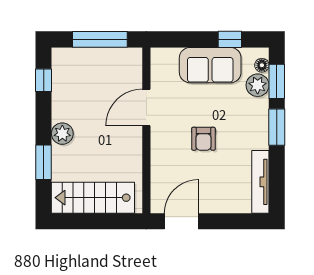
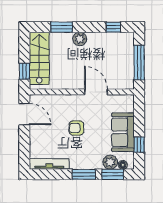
window: (113, 221) -> (24, 71), added

